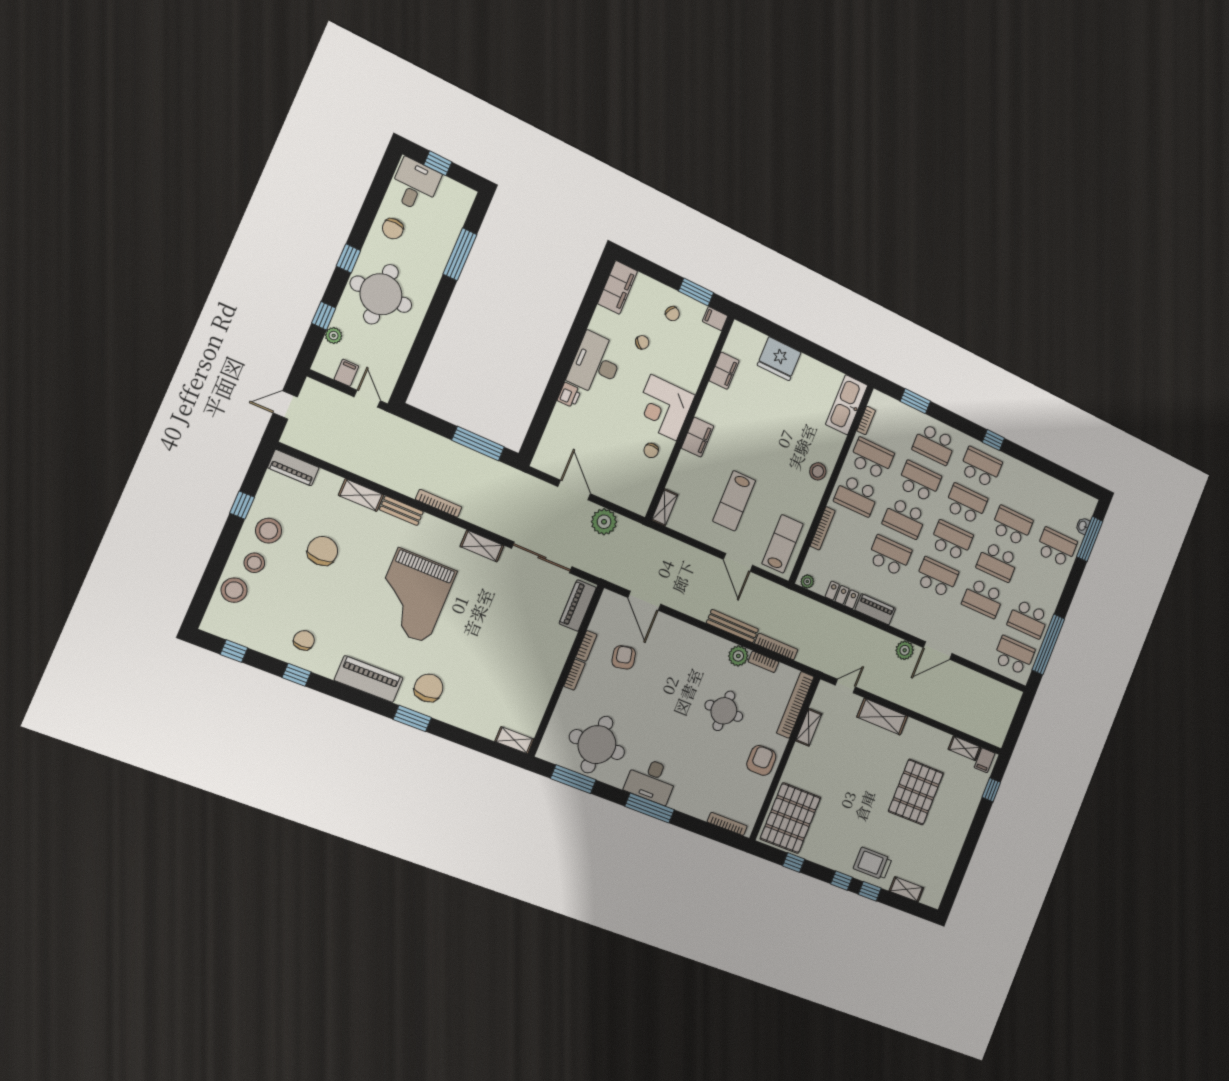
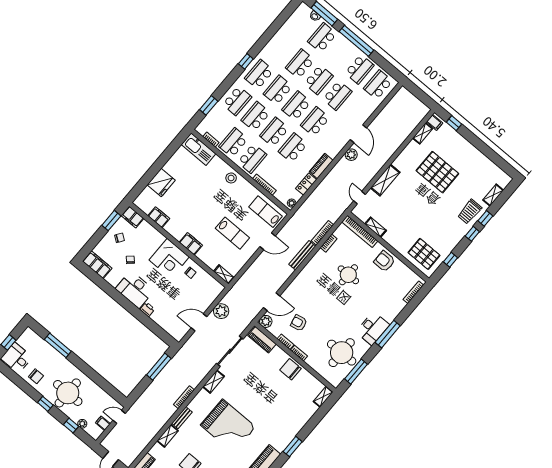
filing cabinet: (715, 319) -> (132, 217), width x2.00
school desk: (905, 518) -> (274, 132), turned 180
window: (1048, 644) -> (356, 41), moved
plant: (738, 656) -> (266, 321), moved
chair: (429, 688) -> (290, 369), moved
pallet: (790, 818) -> (424, 254), width x0.73, depth x0.71

